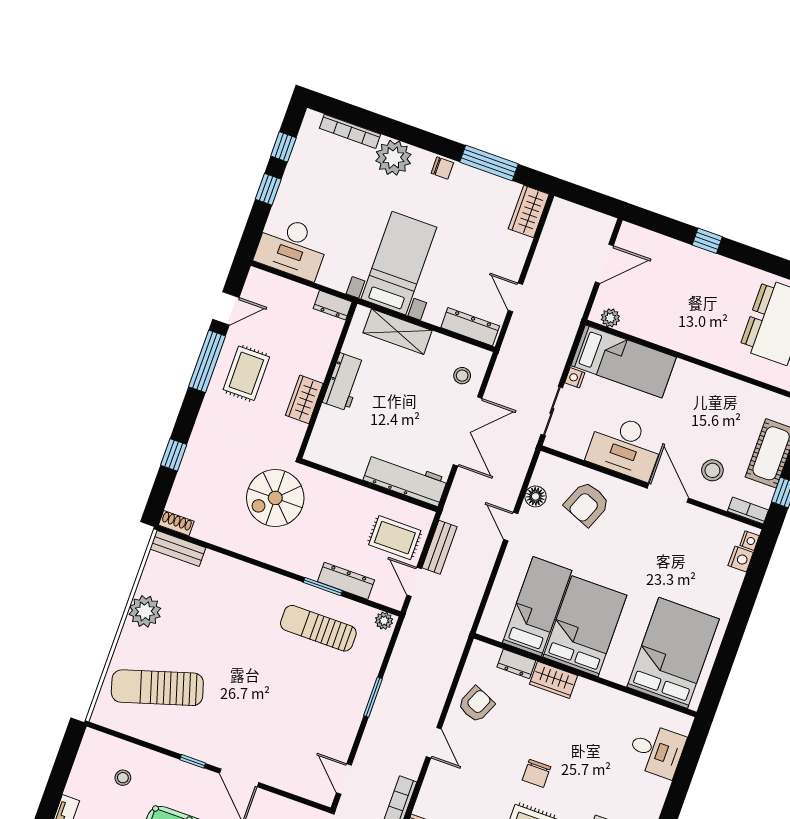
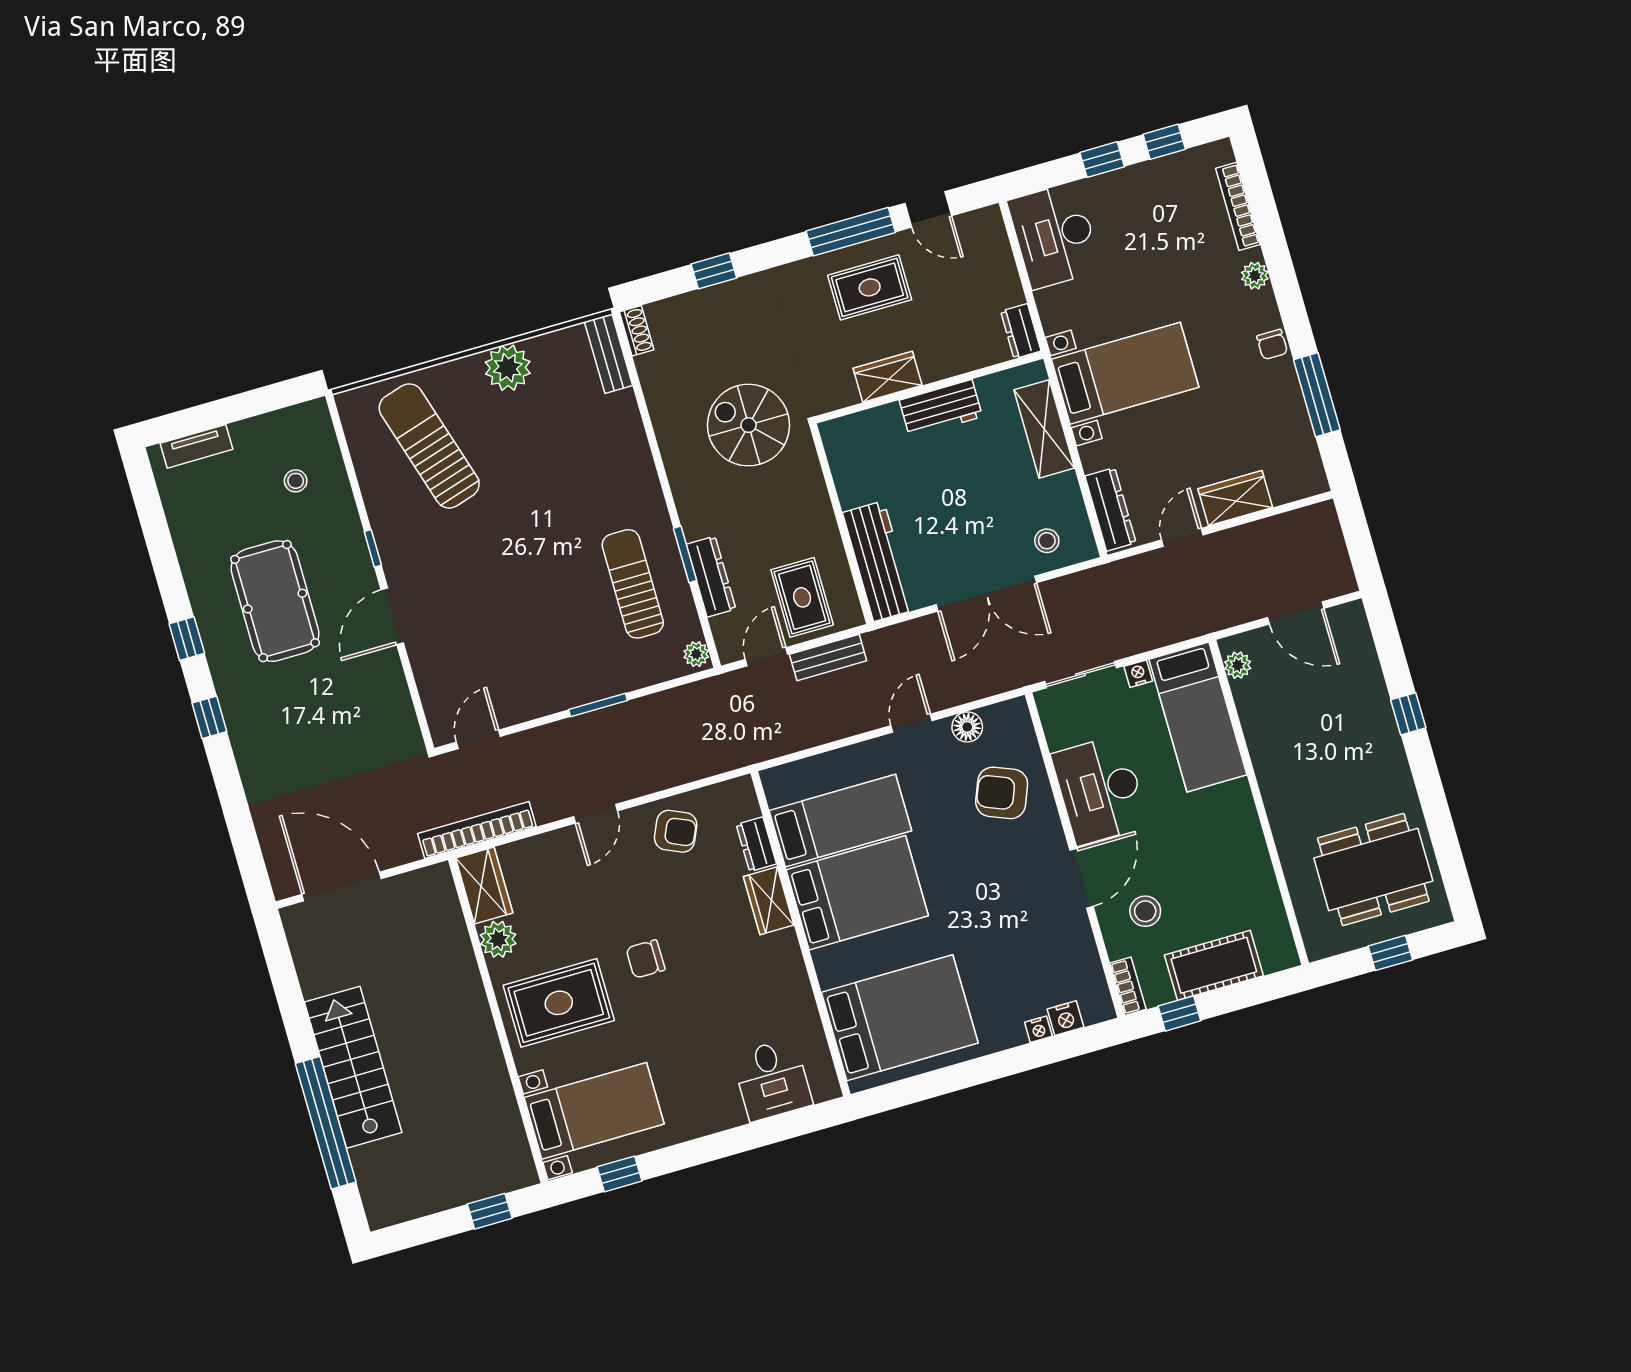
plant: (393, 158) -> (1255, 276), width x0.53, depth x0.53
wardrobe: (529, 212) -> (1235, 498), moved
nightstand: (750, 541) -> (1038, 1029), moved

